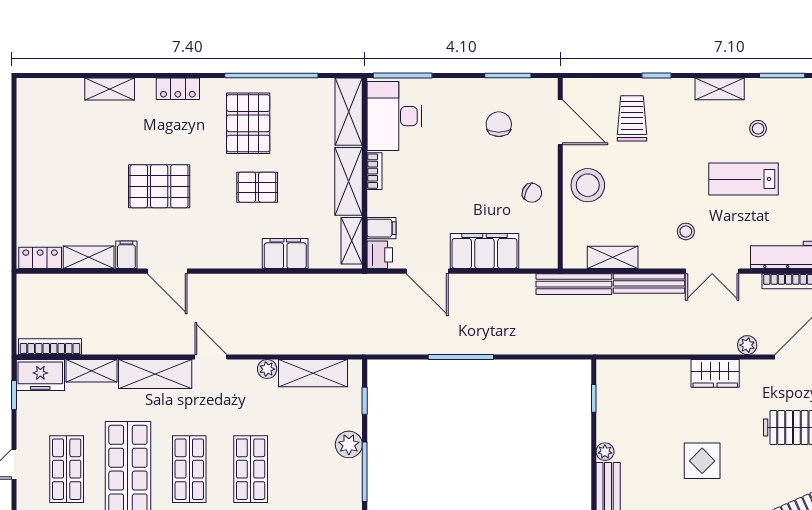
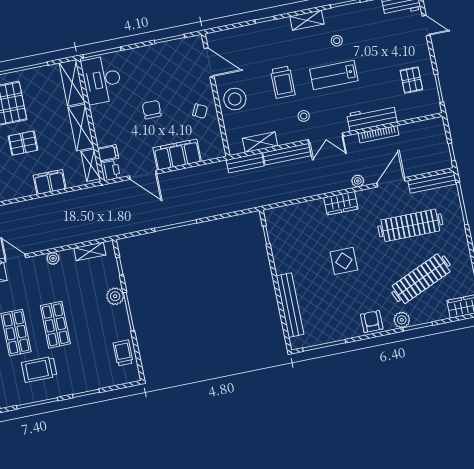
trolley: (632, 118) -> (283, 82), moved, turned 180
chair: (499, 124) -> (152, 110), moved
bookcase: (374, 171) -> (96, 118), removed
bench: (574, 284) -> (245, 163), width x0.73
shelving: (313, 373) -> (90, 251), width x0.67, depth x0.75
plant: (605, 452) -> (280, 268), removed

